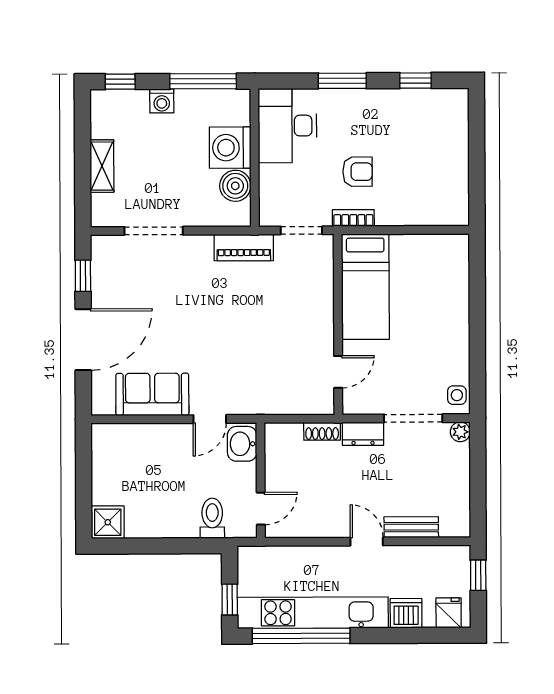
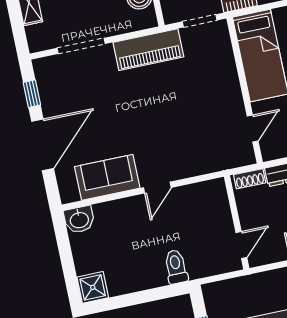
piano: (244, 248) -> (148, 50), width x1.37, depth x1.33
washbasin: (242, 444) -> (79, 219), moved, turned -90
wall: (261, 480) -> (237, 222), moved
door: (261, 509) -> (241, 245), moved

